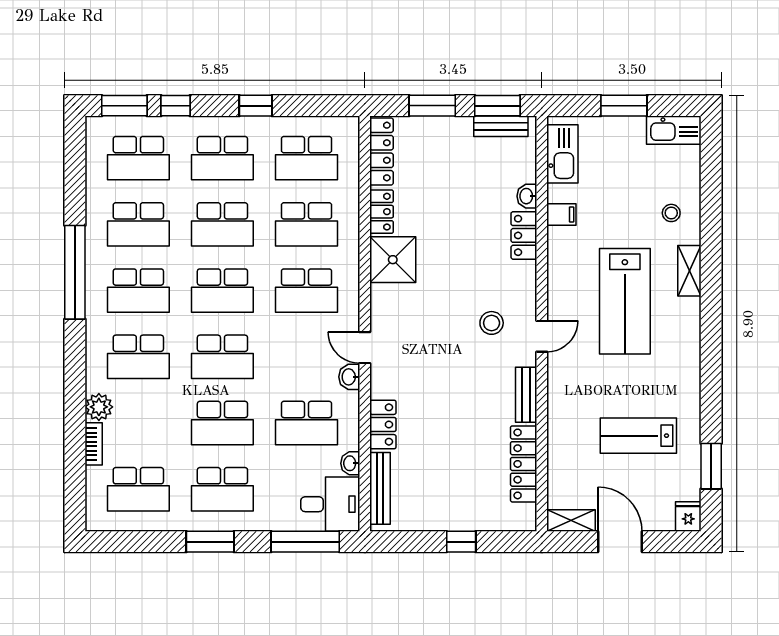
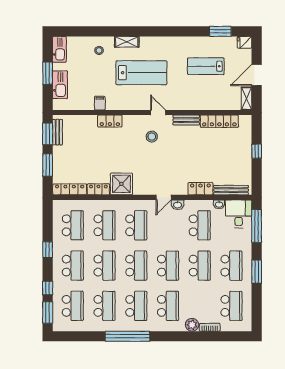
kitchen sink: (562, 154) -> (60, 85), moved, turned 90
washbasin: (527, 196) -> (91, 120), removed
lab bench: (638, 436) -> (206, 66), turned 90

